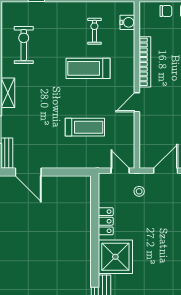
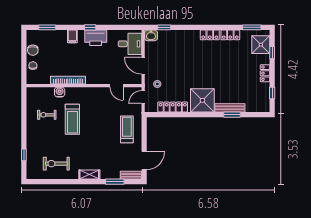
water cooler: (127, 22) -> (60, 92), moved
door: (137, 102) -> (117, 86), moved
treadmill: (85, 127) -> (127, 129), moved
locker: (106, 221) -> (173, 107), width x1.53

